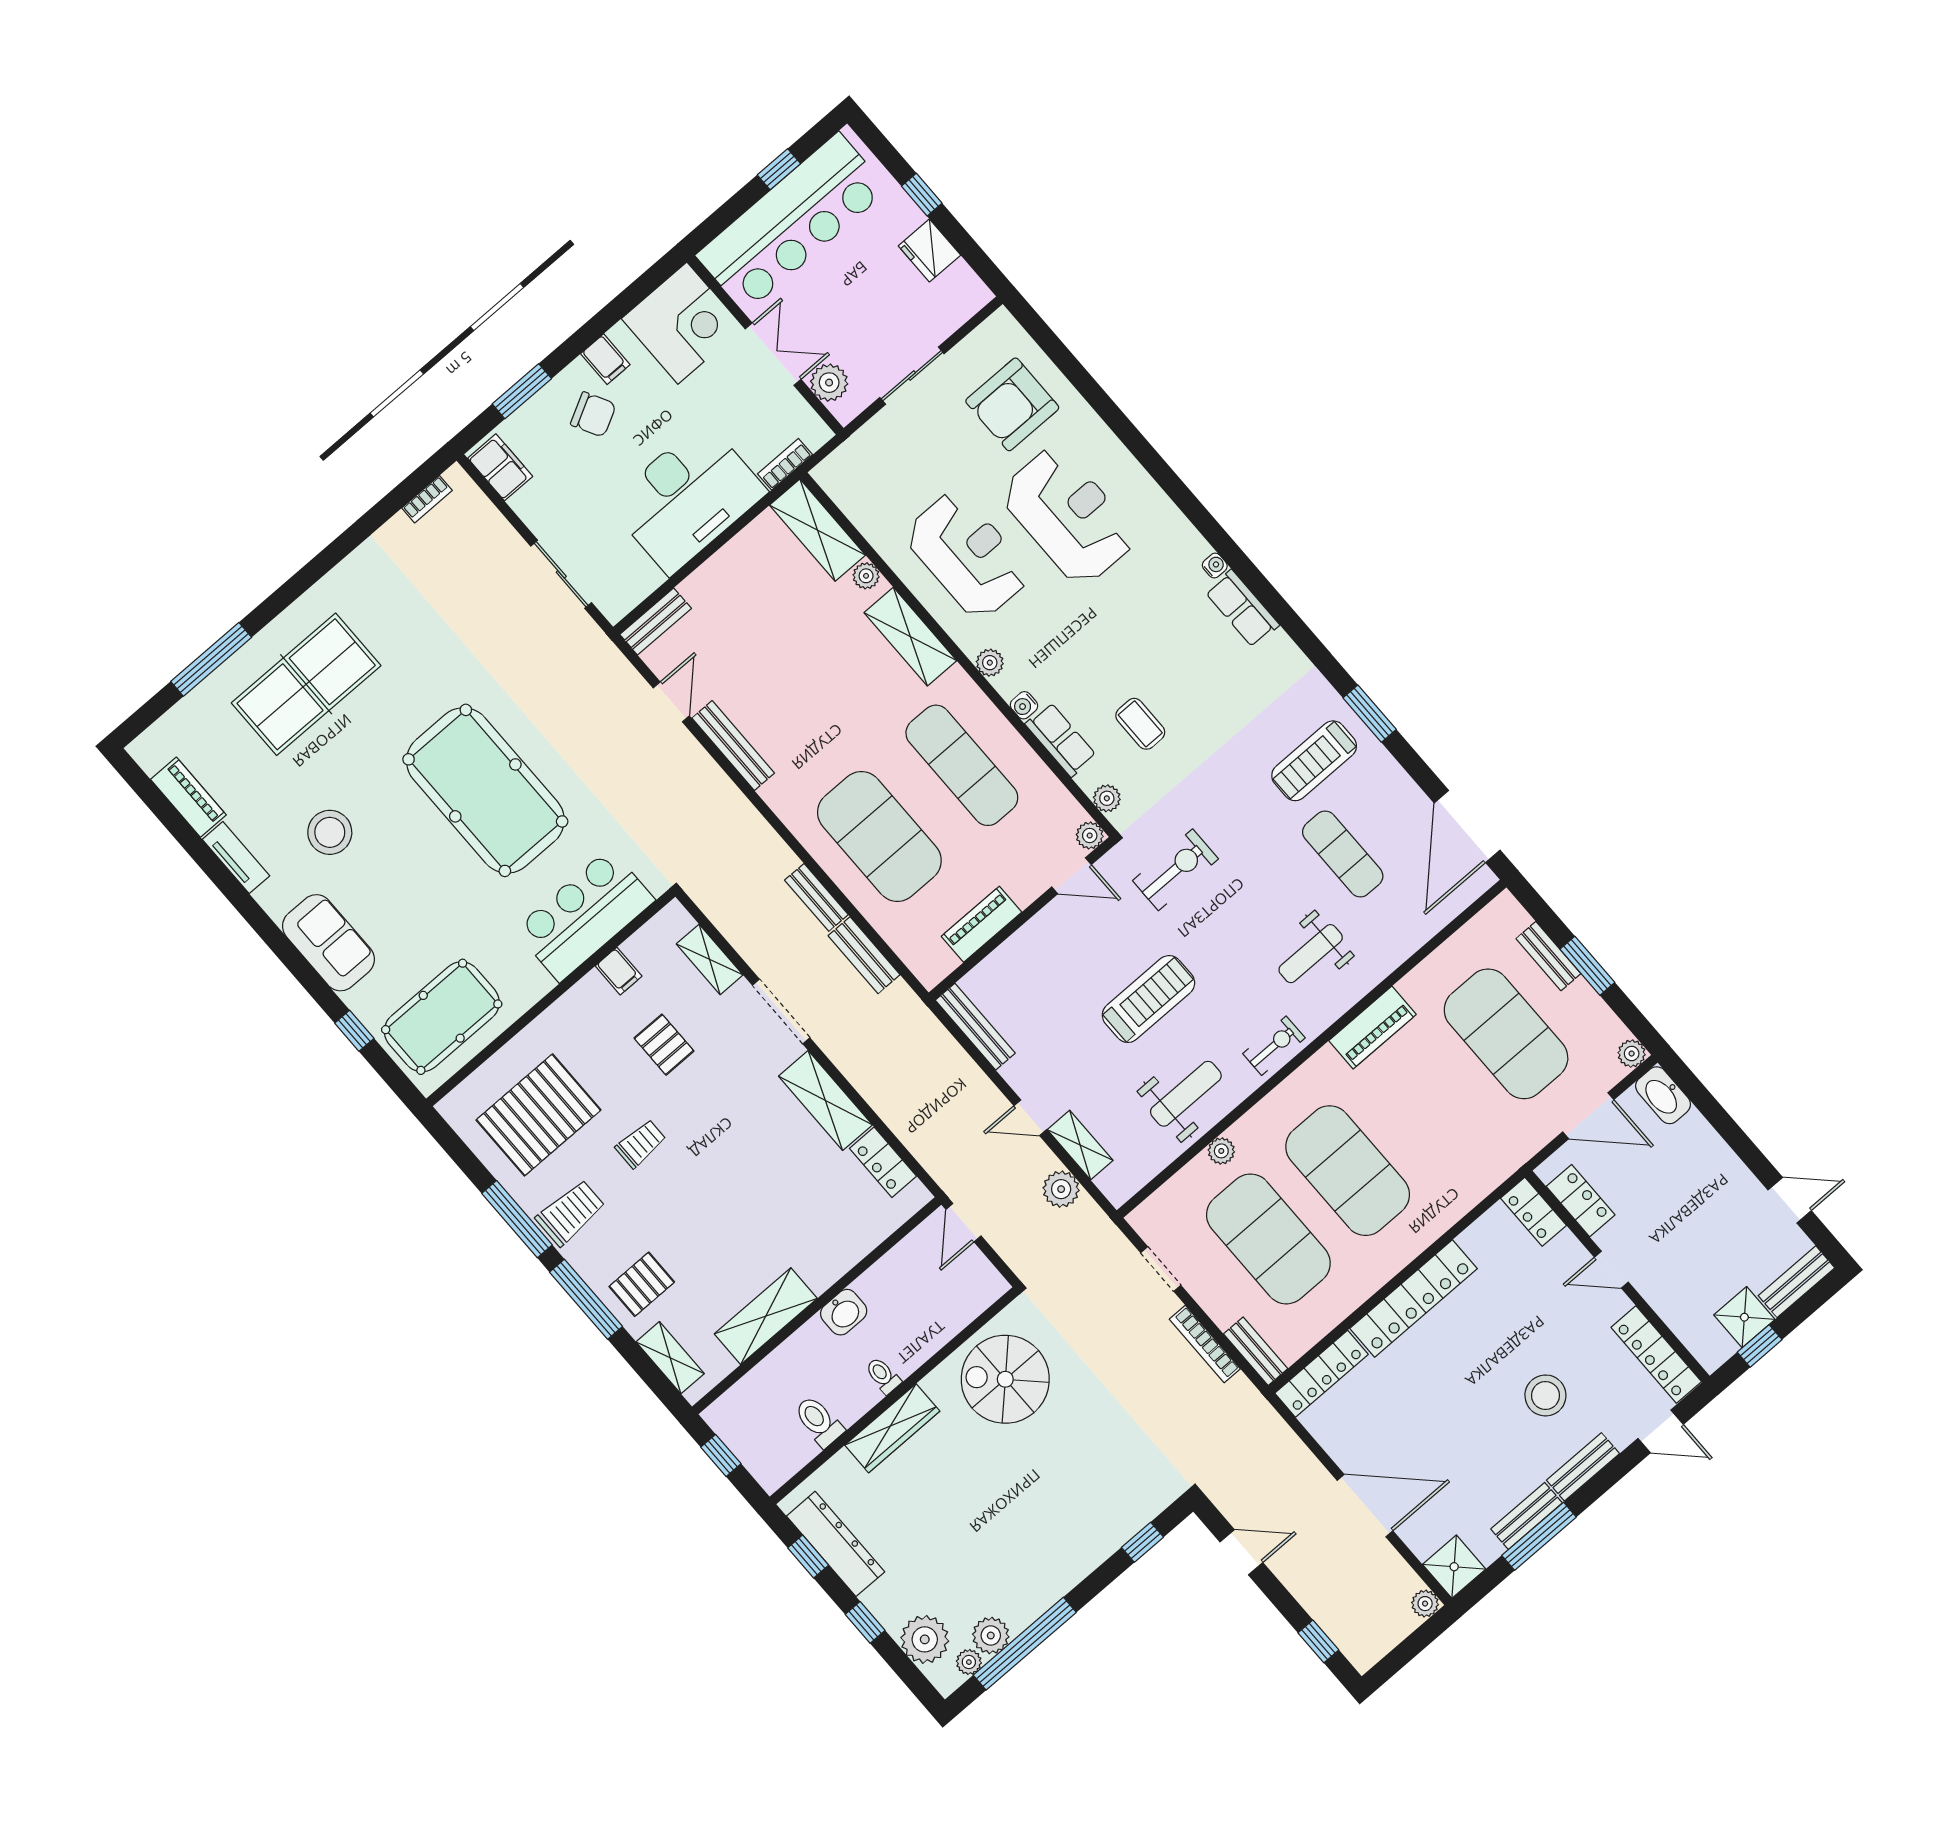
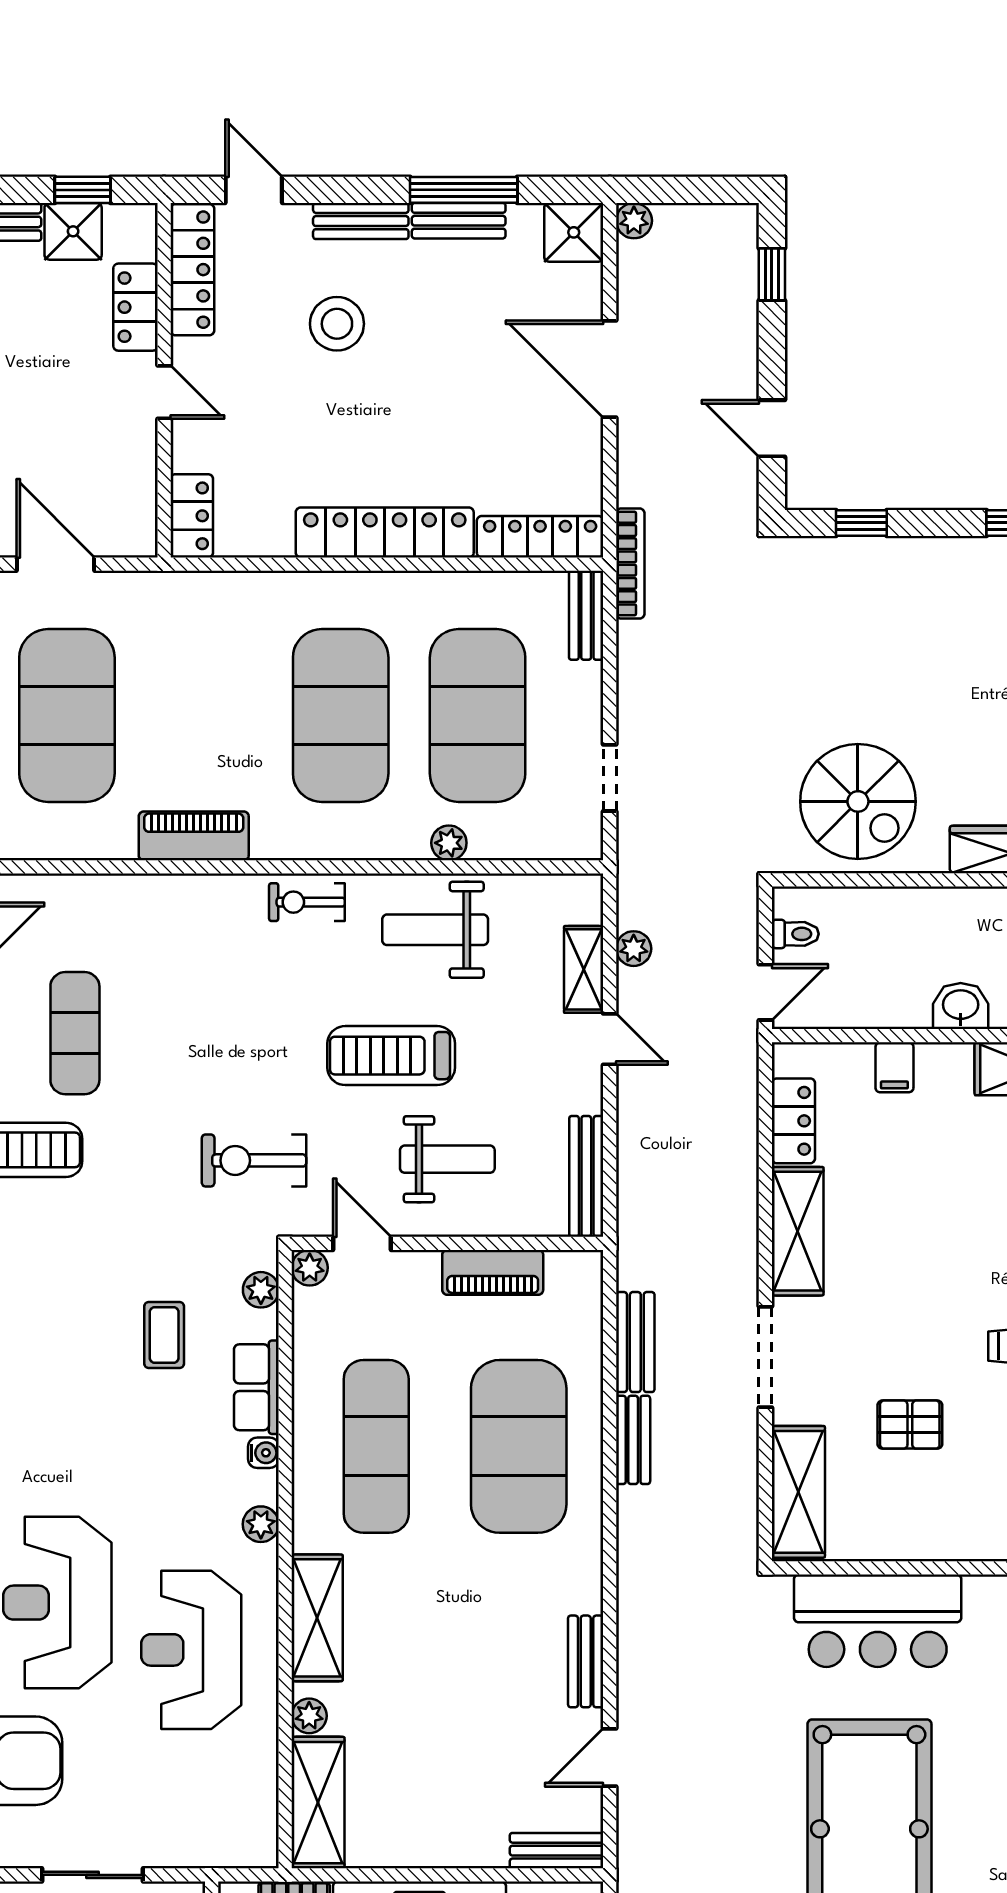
bench: (733, 746) -> (586, 1661), width x0.73
weight bench: (1311, 954) -> (447, 1159), moved
shelving: (710, 959) -> (798, 1492), width x1.50, depth x1.33
filing cabinet: (619, 971) -> (894, 1067), moved, turned 180
pallet: (664, 1045) -> (910, 1425), turned 90
plant: (1061, 1189) -> (634, 949), width x0.73, depth x0.73
locker: (1581, 1201) -> (136, 307), moved
bookcase: (1205, 1344) -> (630, 564), moved
toilet: (883, 1376) -> (795, 934), moved, turned -90

